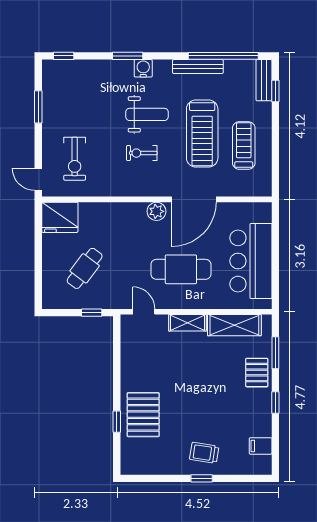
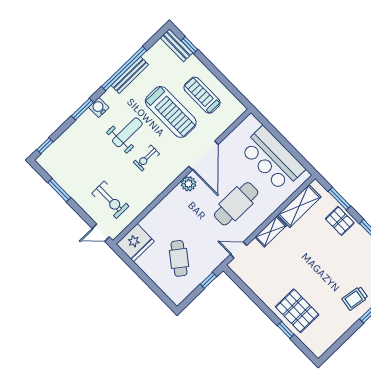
window: (223, 56) -> (124, 68), moved

